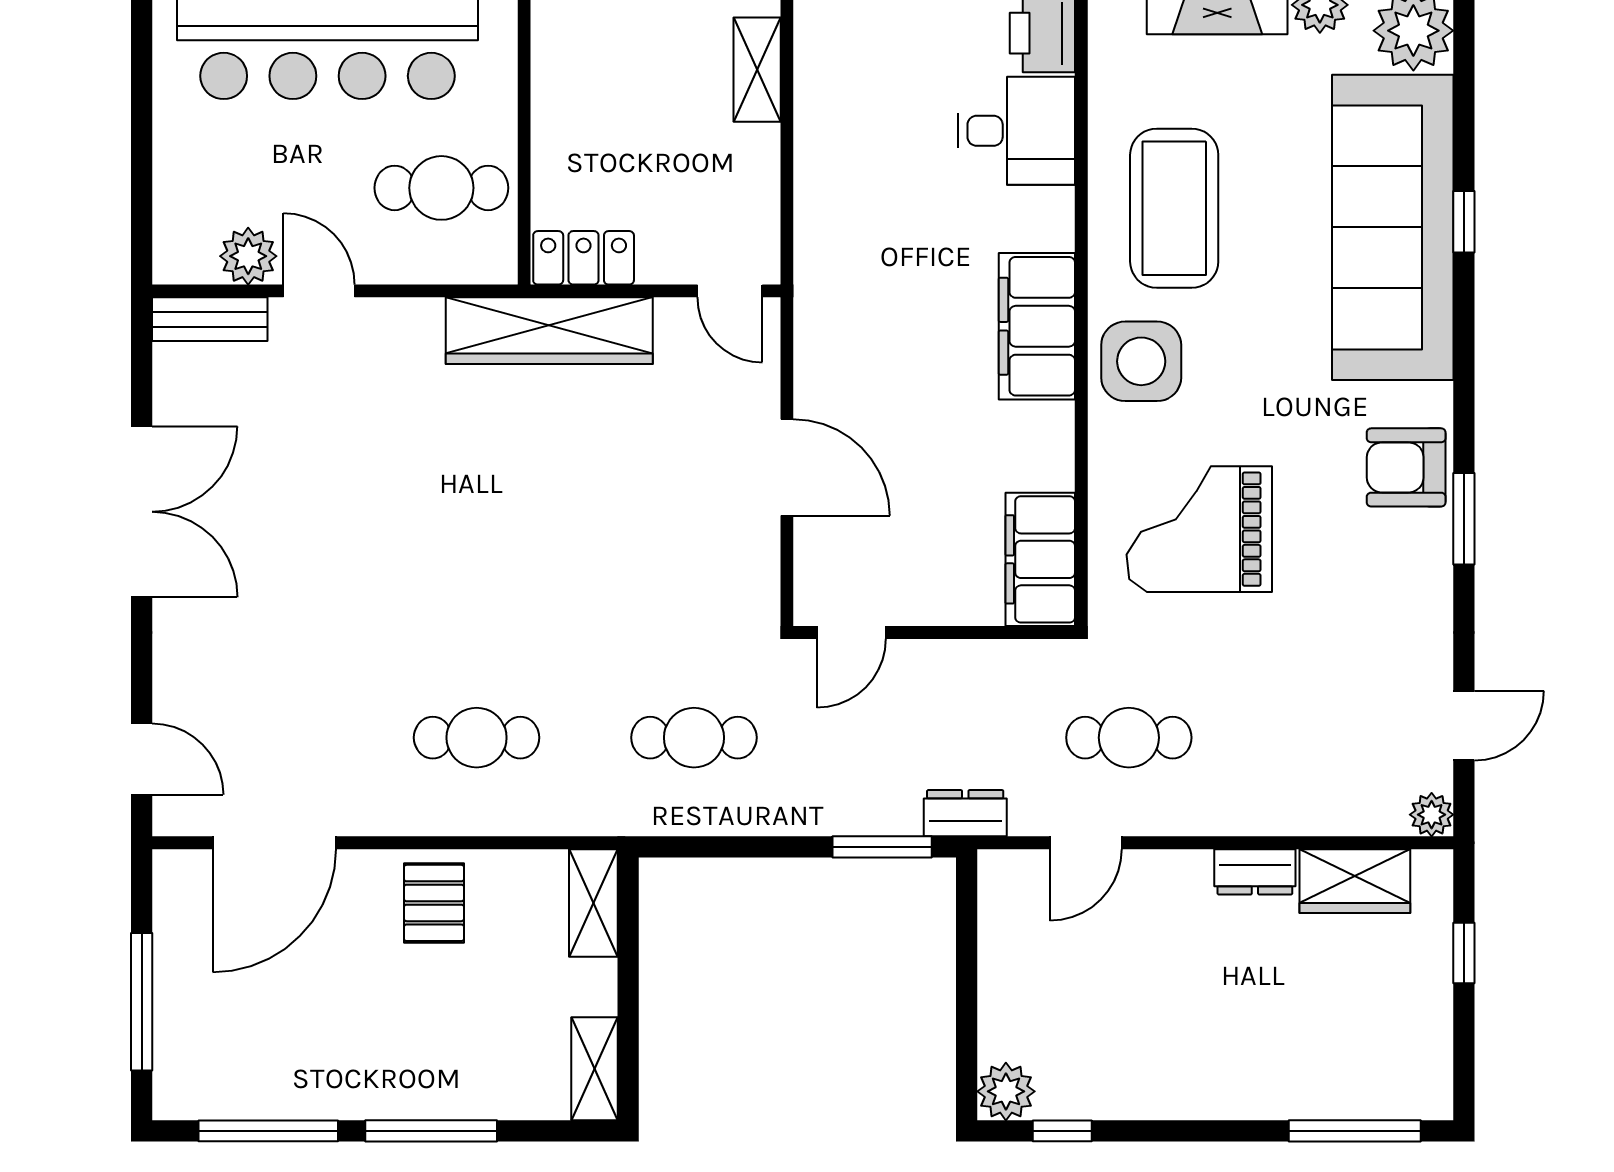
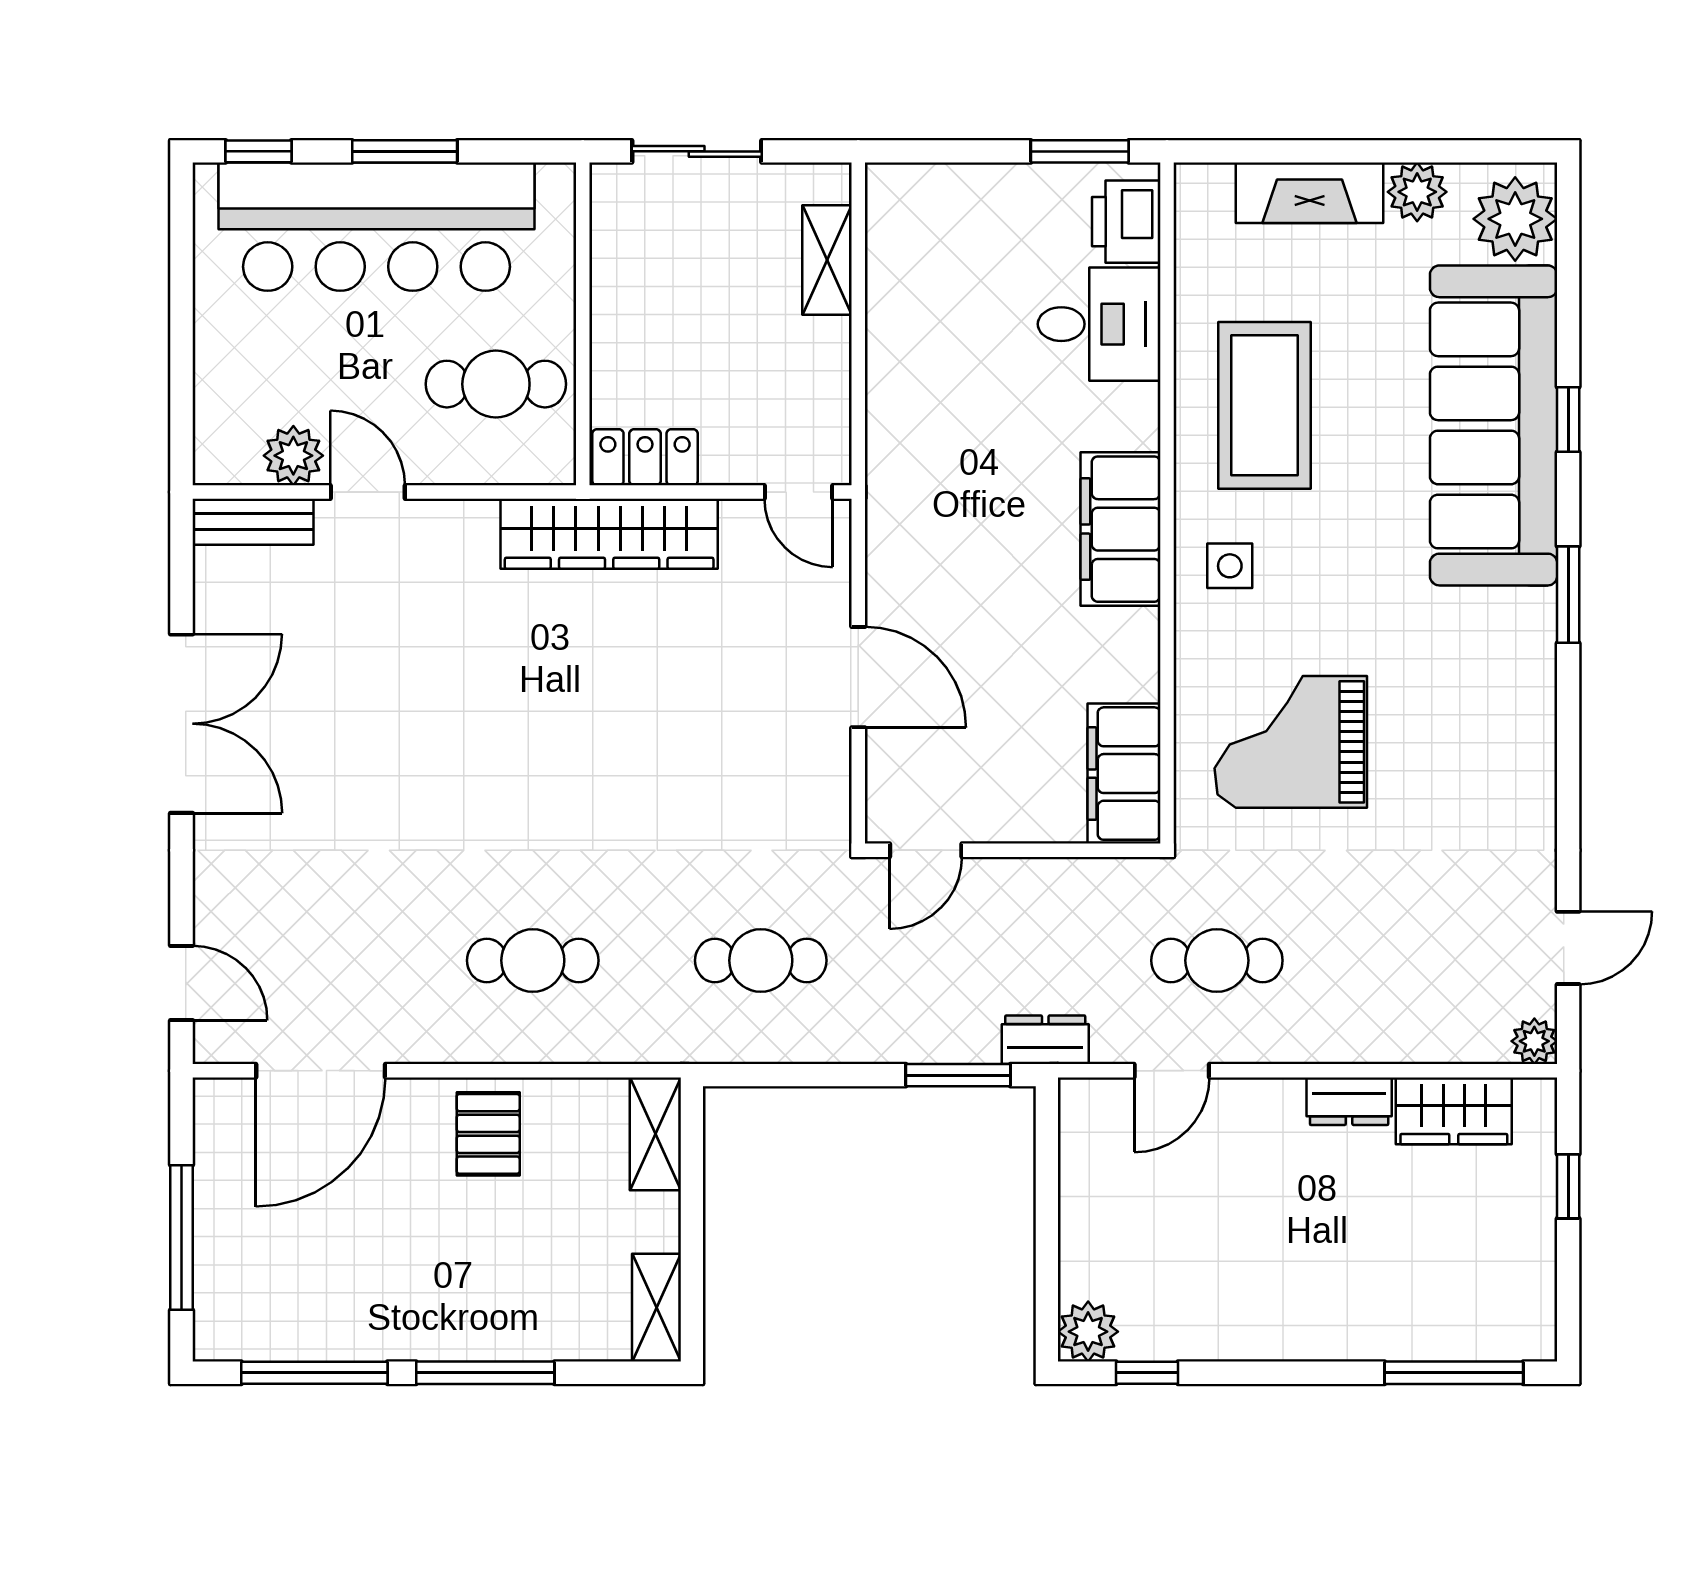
side table: (1141, 361) -> (1230, 566), width x0.54, depth x0.54
armchair: (1406, 467) -> (1508, 677), removed
window: (1464, 519) -> (1568, 595), moved

